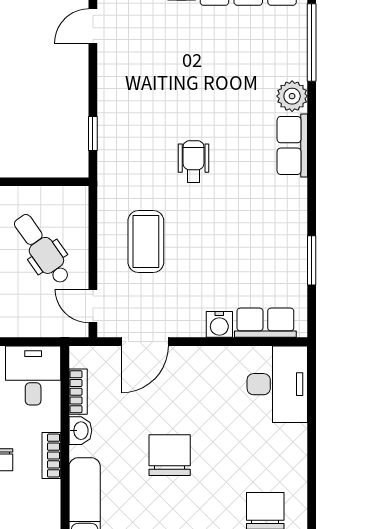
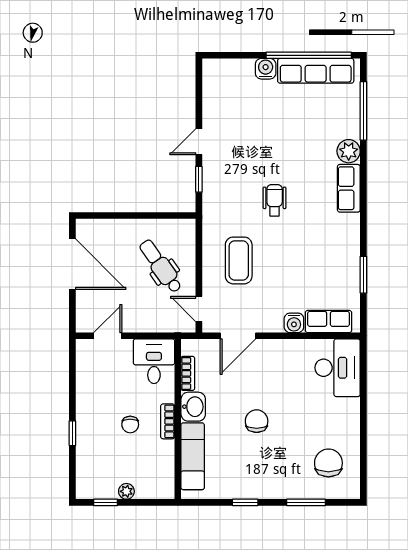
door: (93, 26) -> (199, 142), moved
washbasin: (80, 431) -> (193, 407), width x1.38, depth x1.45
chair: (170, 455) -> (257, 421), width x0.73, depth x0.73

